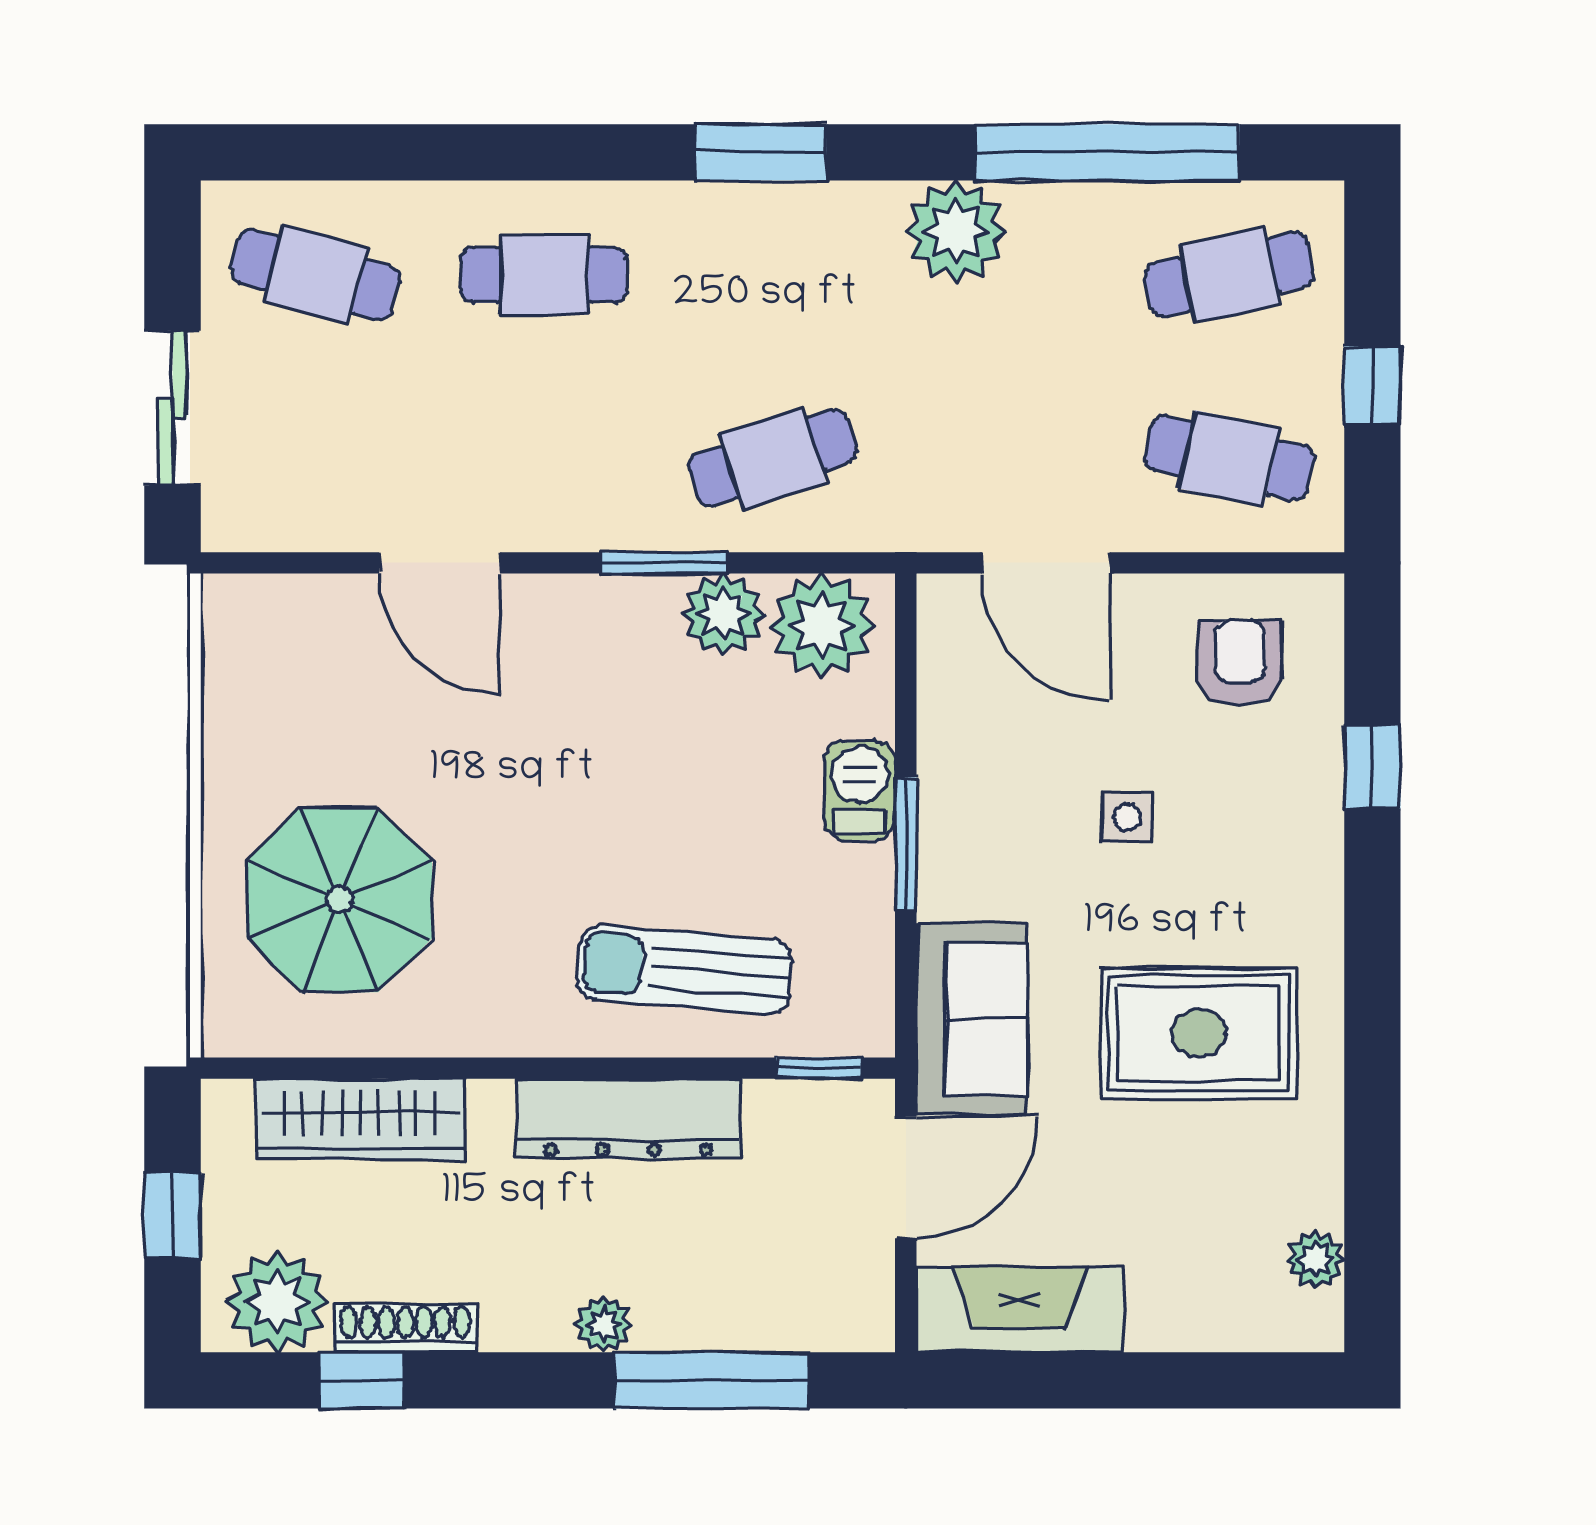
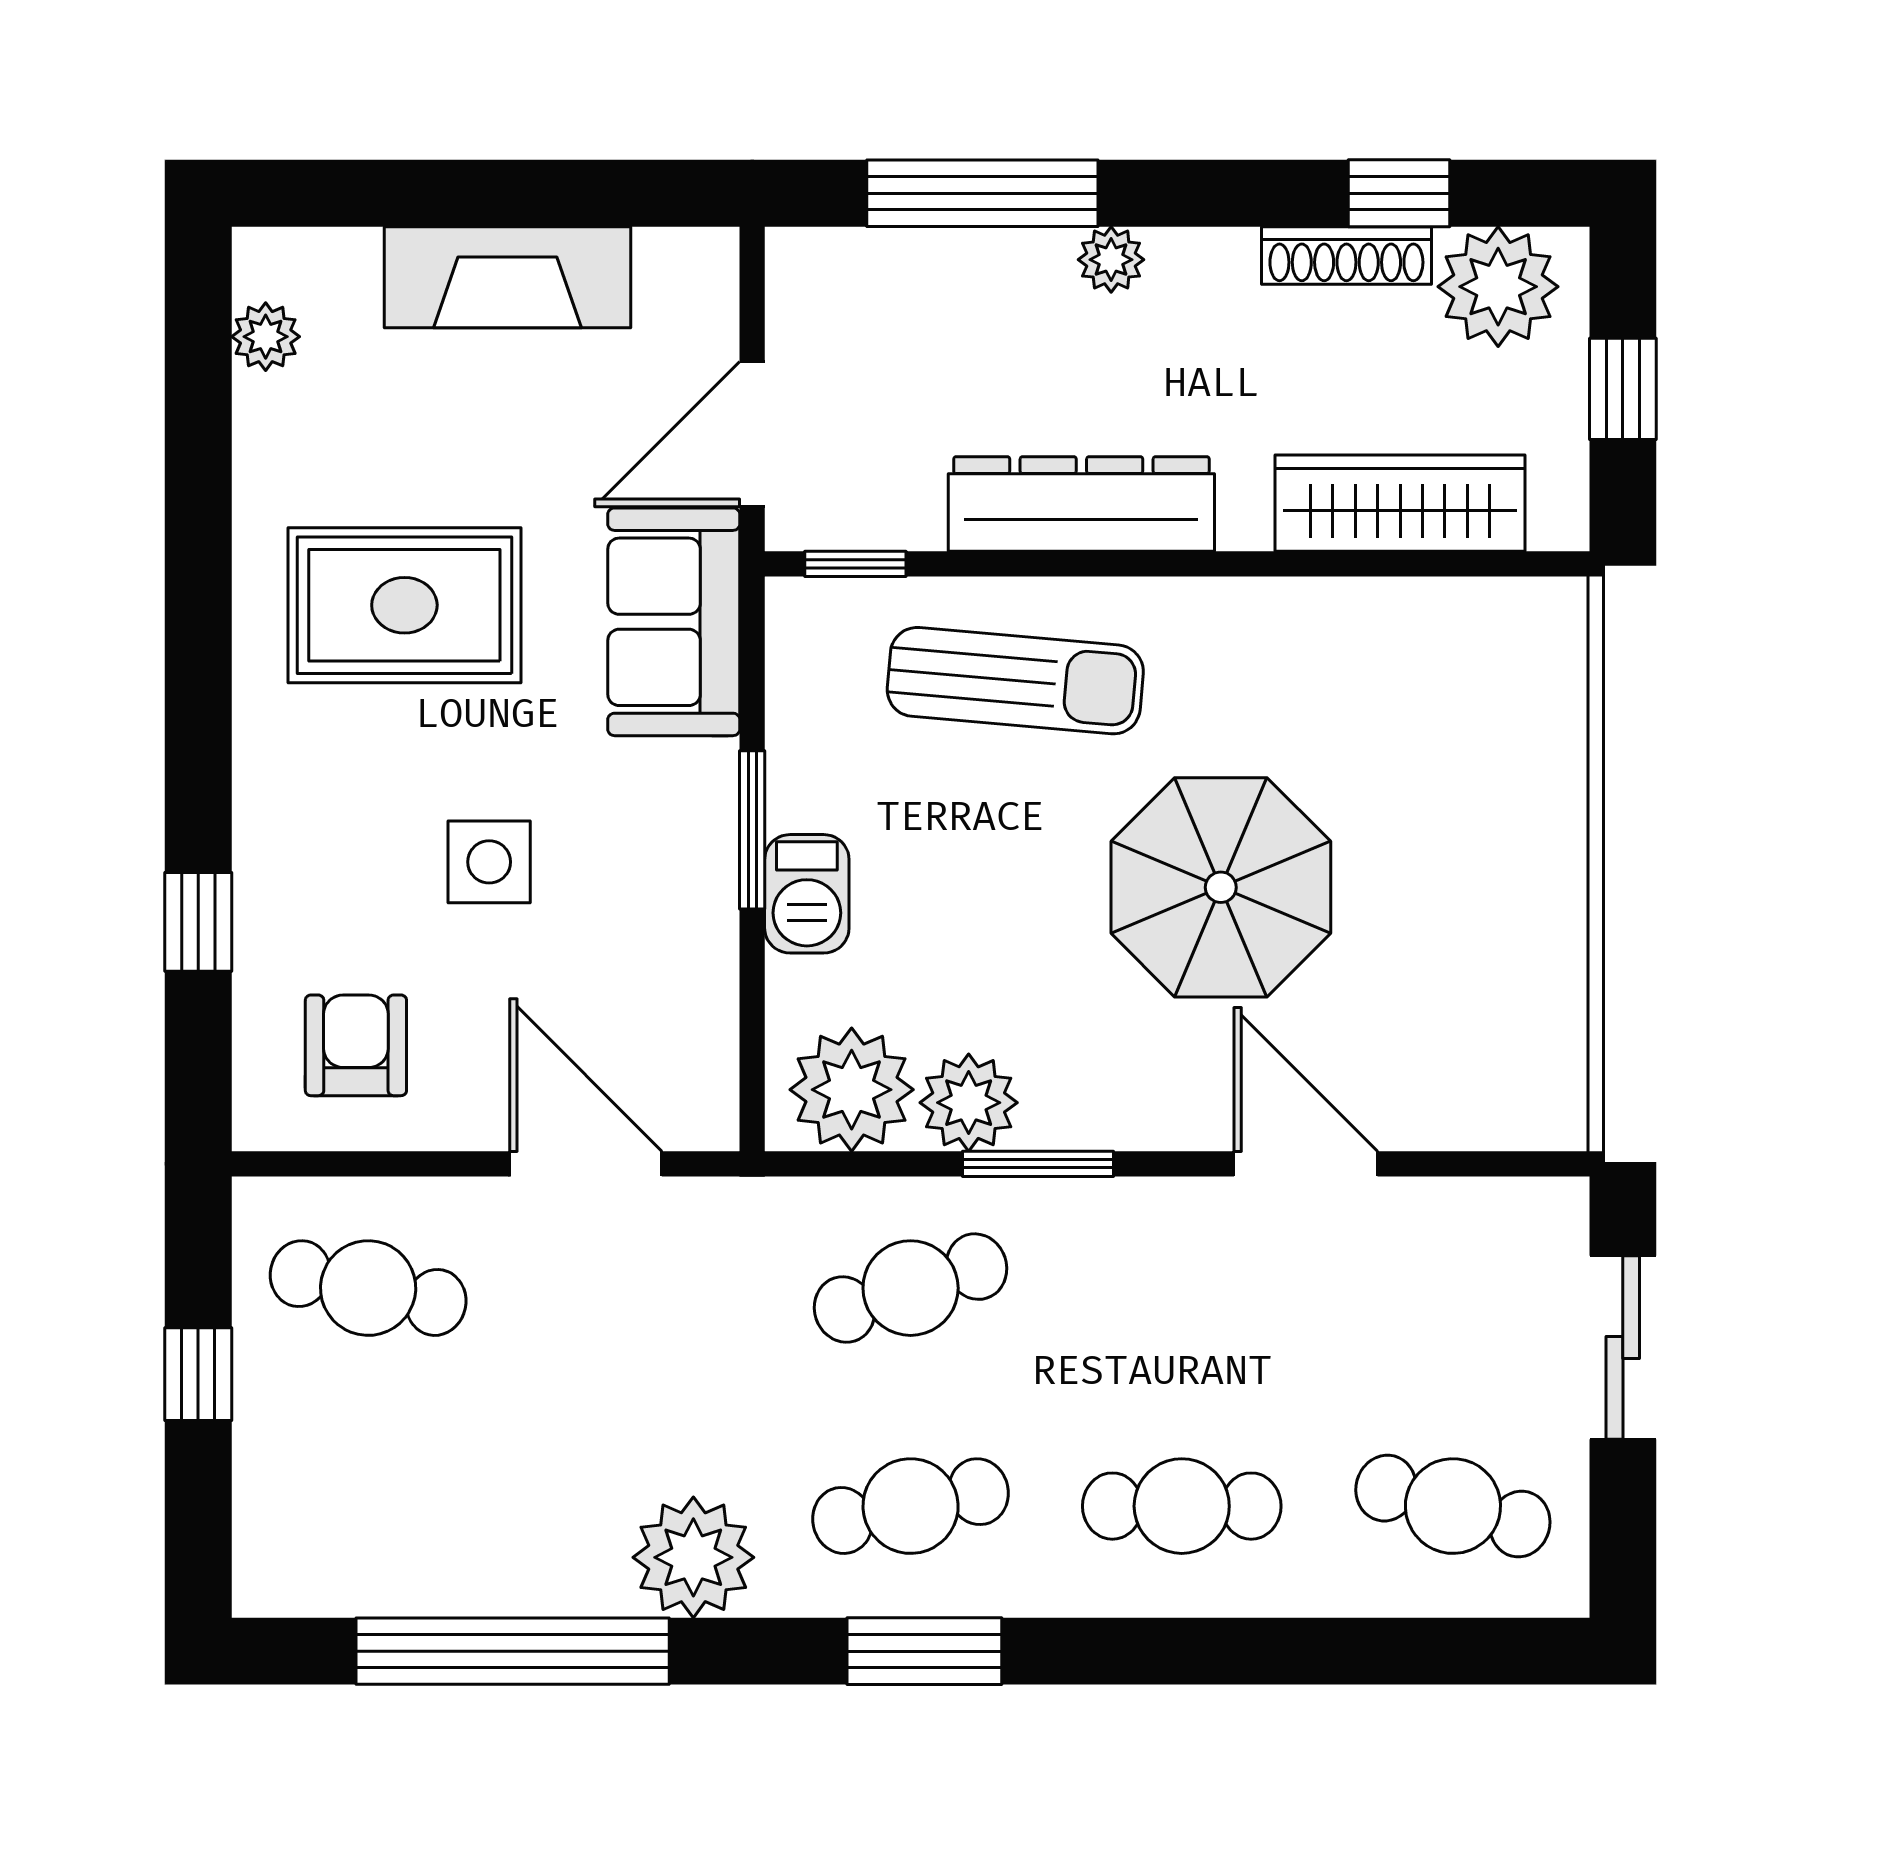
cafe table: (1229, 275) -> (911, 1506), moved
armchair: (1240, 663) -> (356, 1045), turned 180
side table: (1127, 817) -> (489, 862), width x1.37, depth x1.37
parasol: (339, 900) -> (1221, 887), moved
fireplace: (1020, 1310) -> (507, 277), moved

